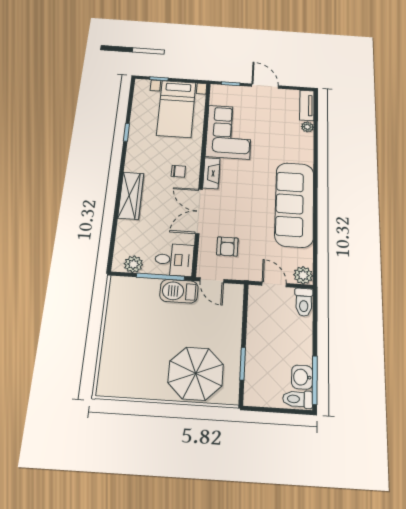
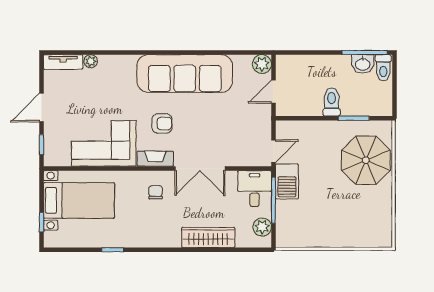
wardrobe: (131, 196) -> (208, 237), moved
armchair: (227, 247) -> (162, 124), moved
toilet: (304, 302) -> (332, 102), moved, turned -90

